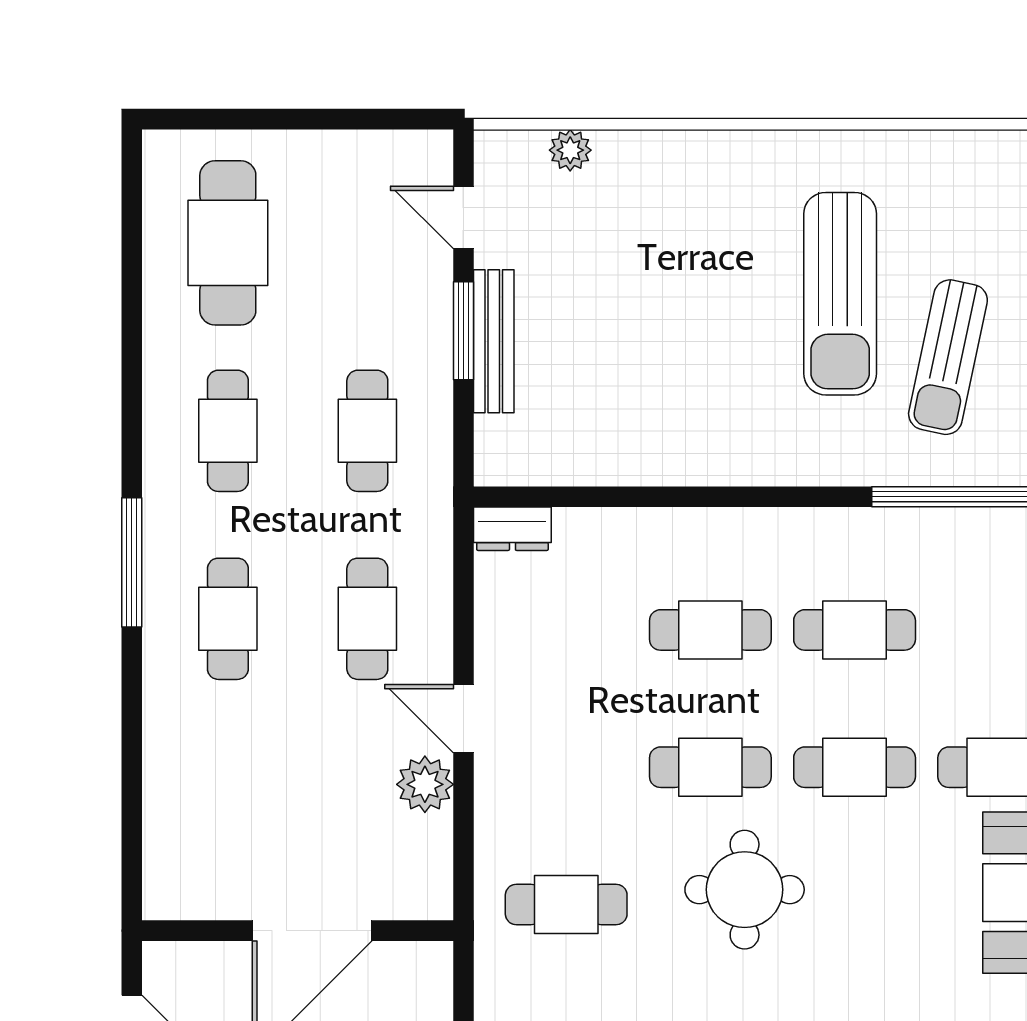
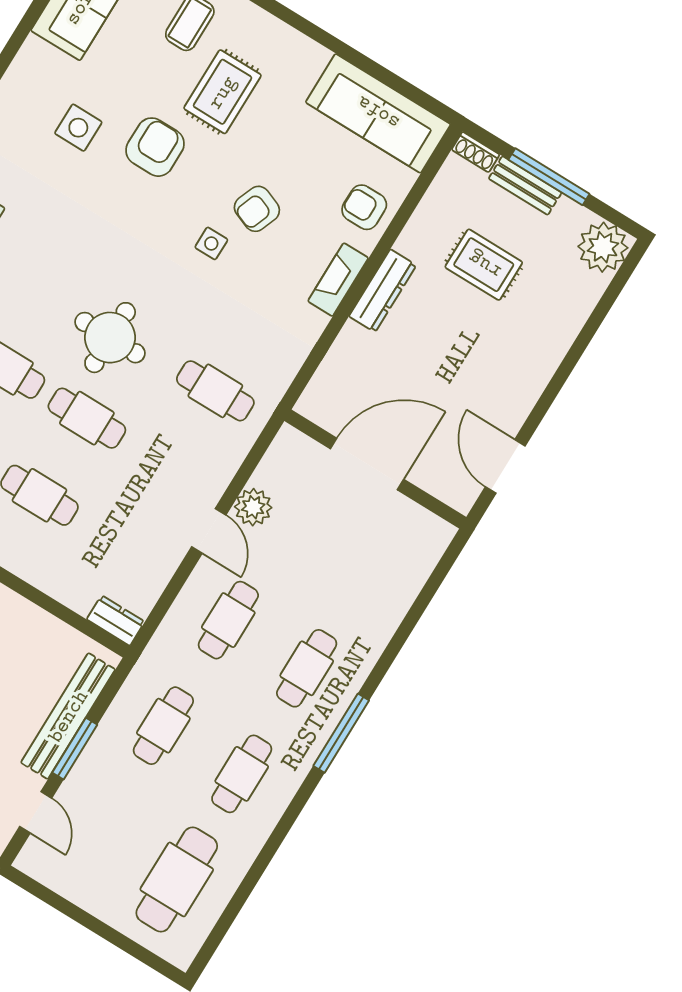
bench: (494, 341) -> (68, 716), width x1.37, depth x1.21

